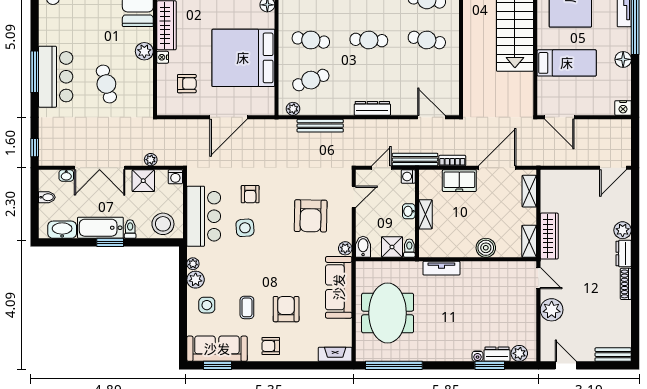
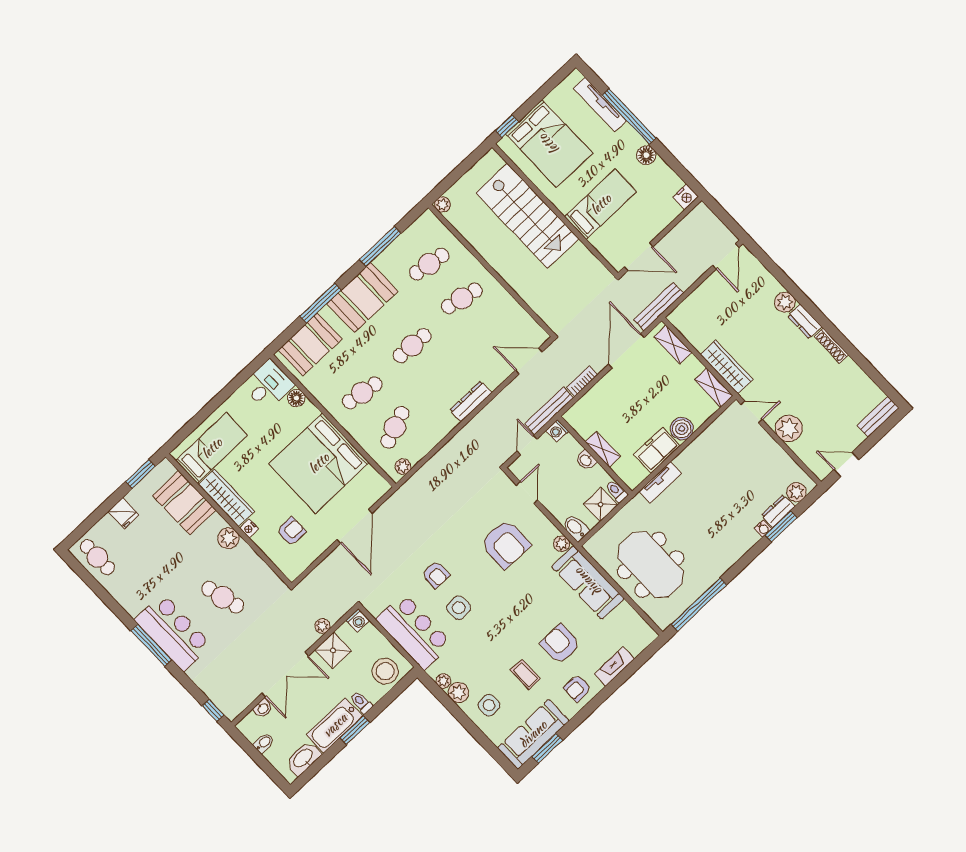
bench: (320, 126) -> (659, 306), moved
freezer: (459, 181) -> (657, 450), moved, turned 180
fireplace: (335, 354) -> (614, 666), moved

